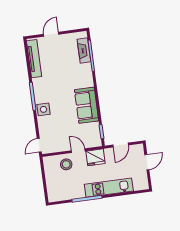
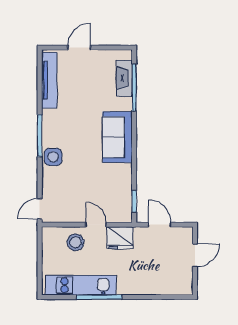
sofa: (87, 105) -> (117, 137), moved
door: (121, 145) -> (160, 225), swing flipped
kitchen unit: (109, 188) -> (81, 285), moved

